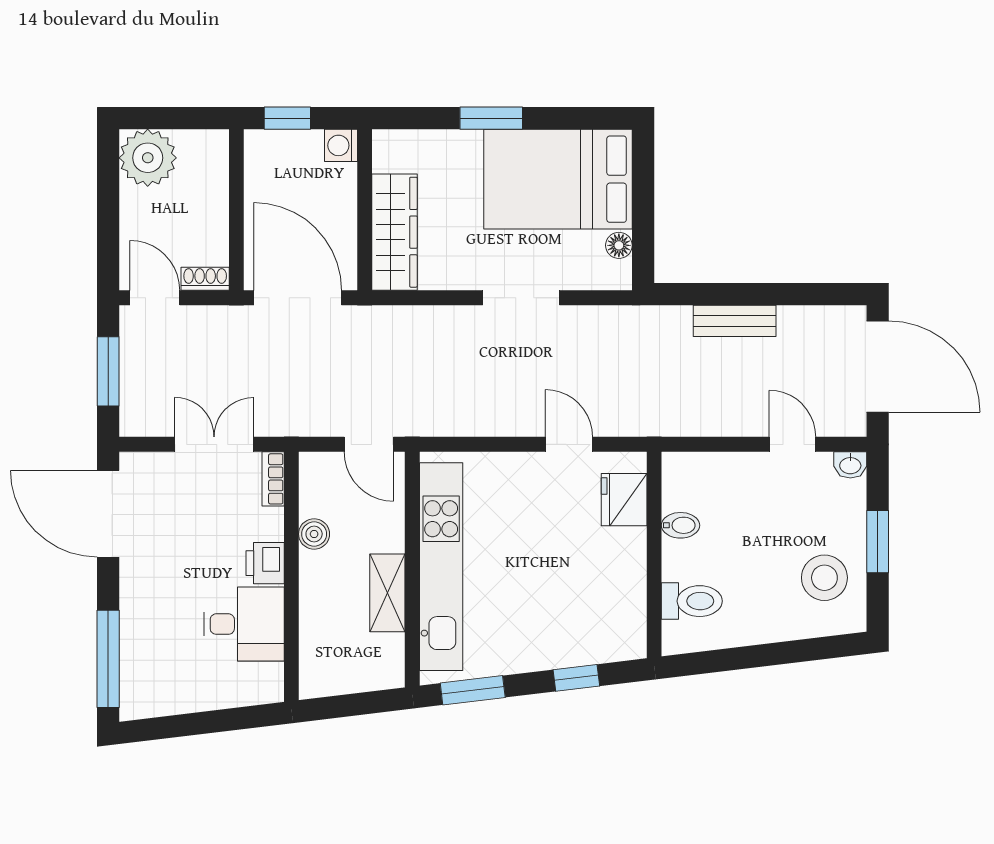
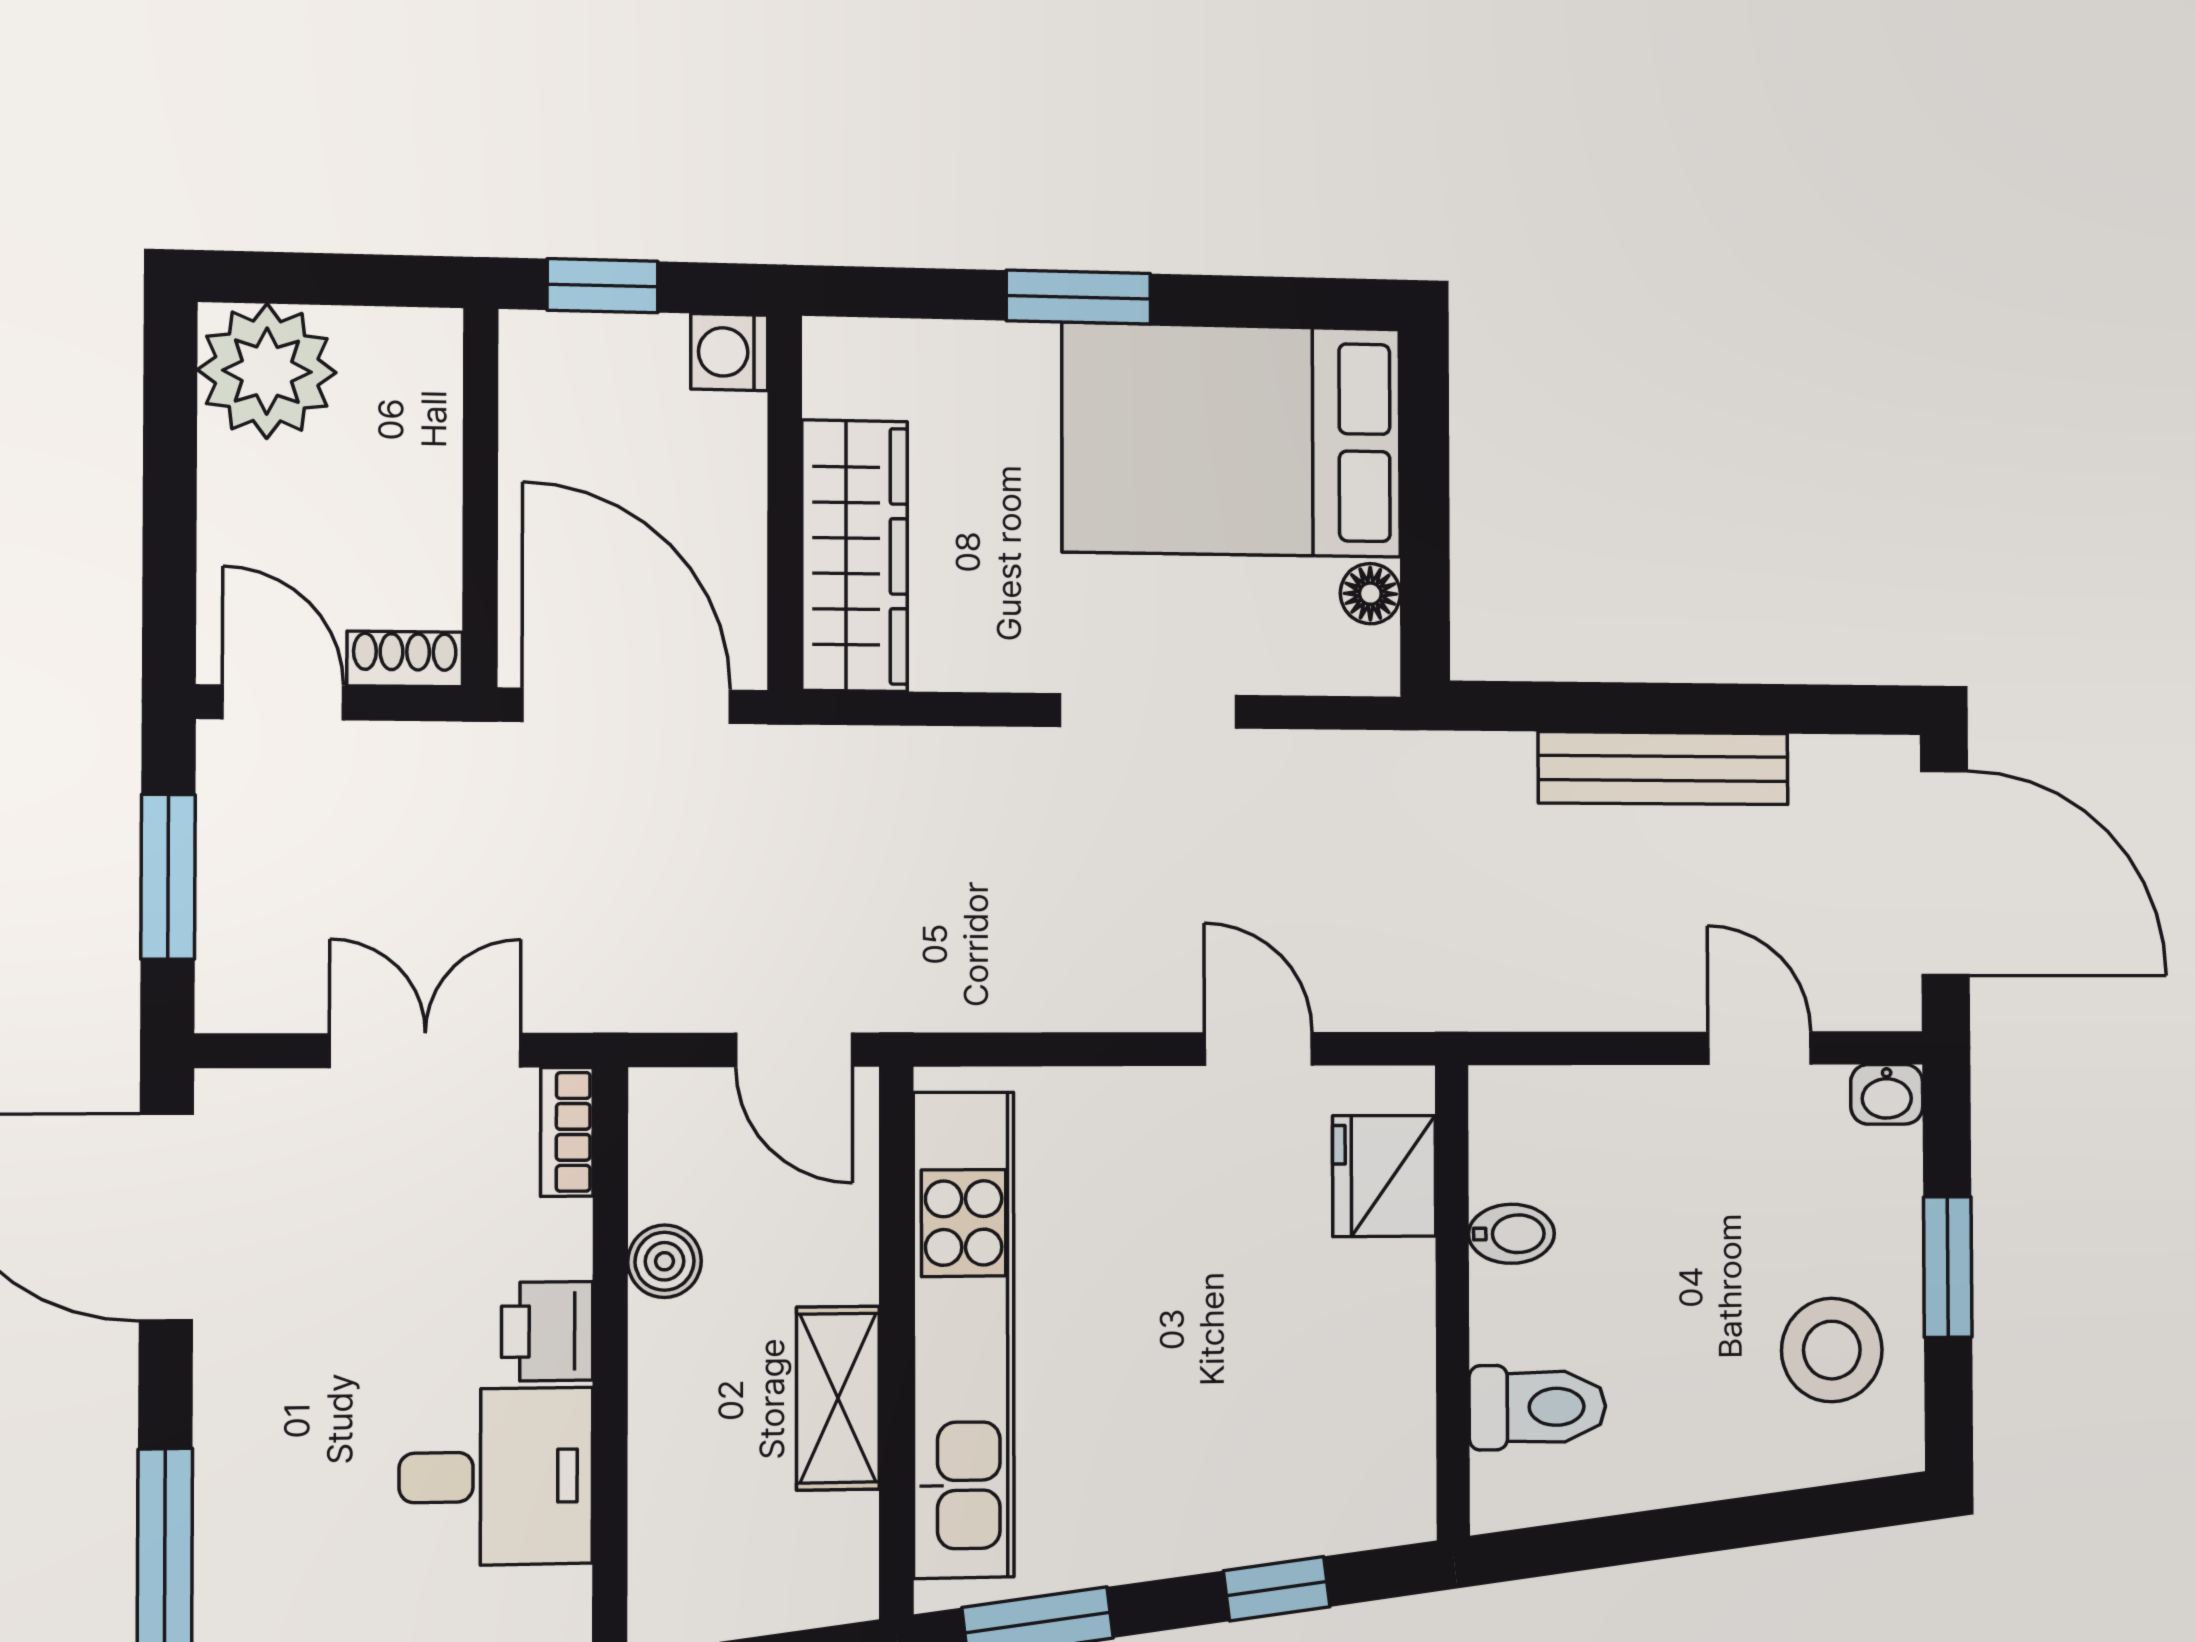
bench: (735, 321) -> (1663, 768), width x1.36

